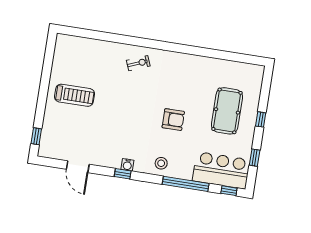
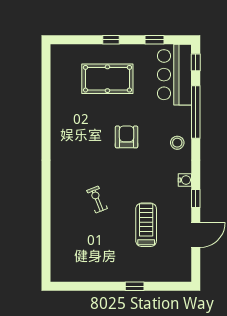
exercise bike: (138, 63) -> (97, 200), moved
treadmill: (74, 95) -> (146, 225), moved
window: (36, 136) -> (135, 286), moved
window: (123, 174) -> (196, 199), moved

